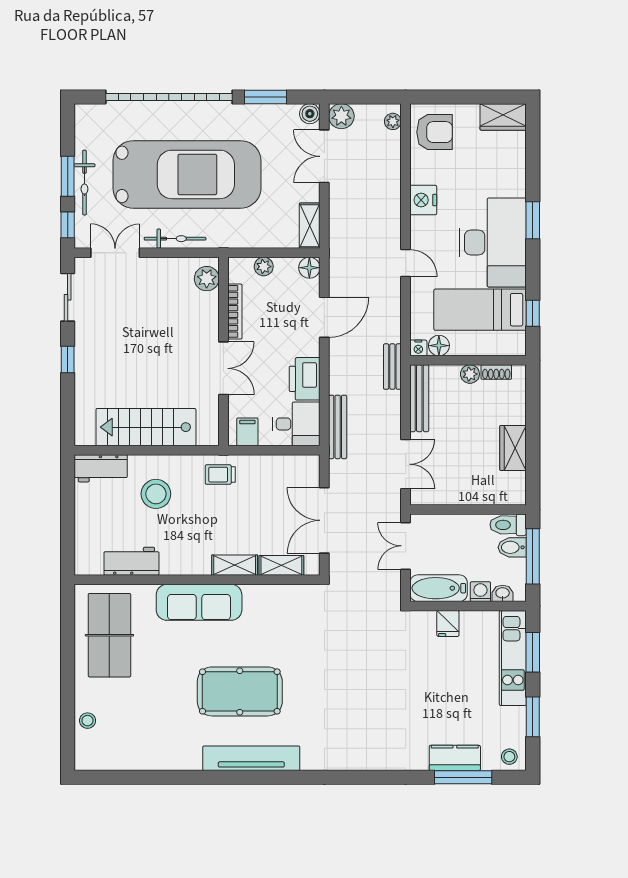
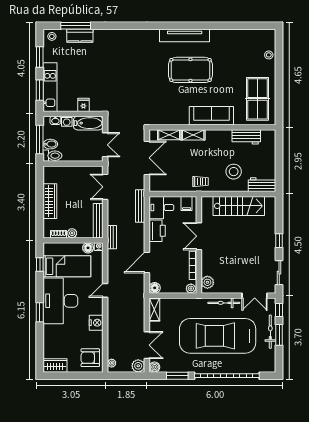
door: (406, 263) -> (105, 290), hinge flipped
plant: (264, 267) -> (191, 288), moved
wardrobe: (513, 448) -> (50, 201), width x1.50

